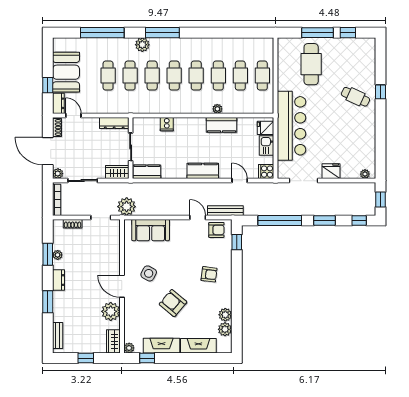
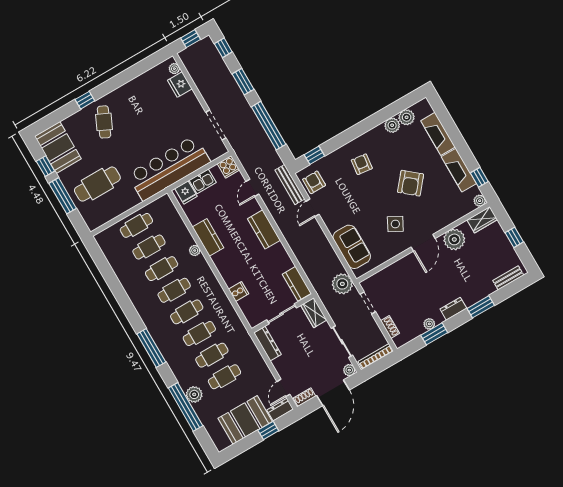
plant: (142, 45) -> (194, 394), moved
booth: (356, 50) -> (58, 148), added
fridge: (331, 171) -> (180, 84), moved

